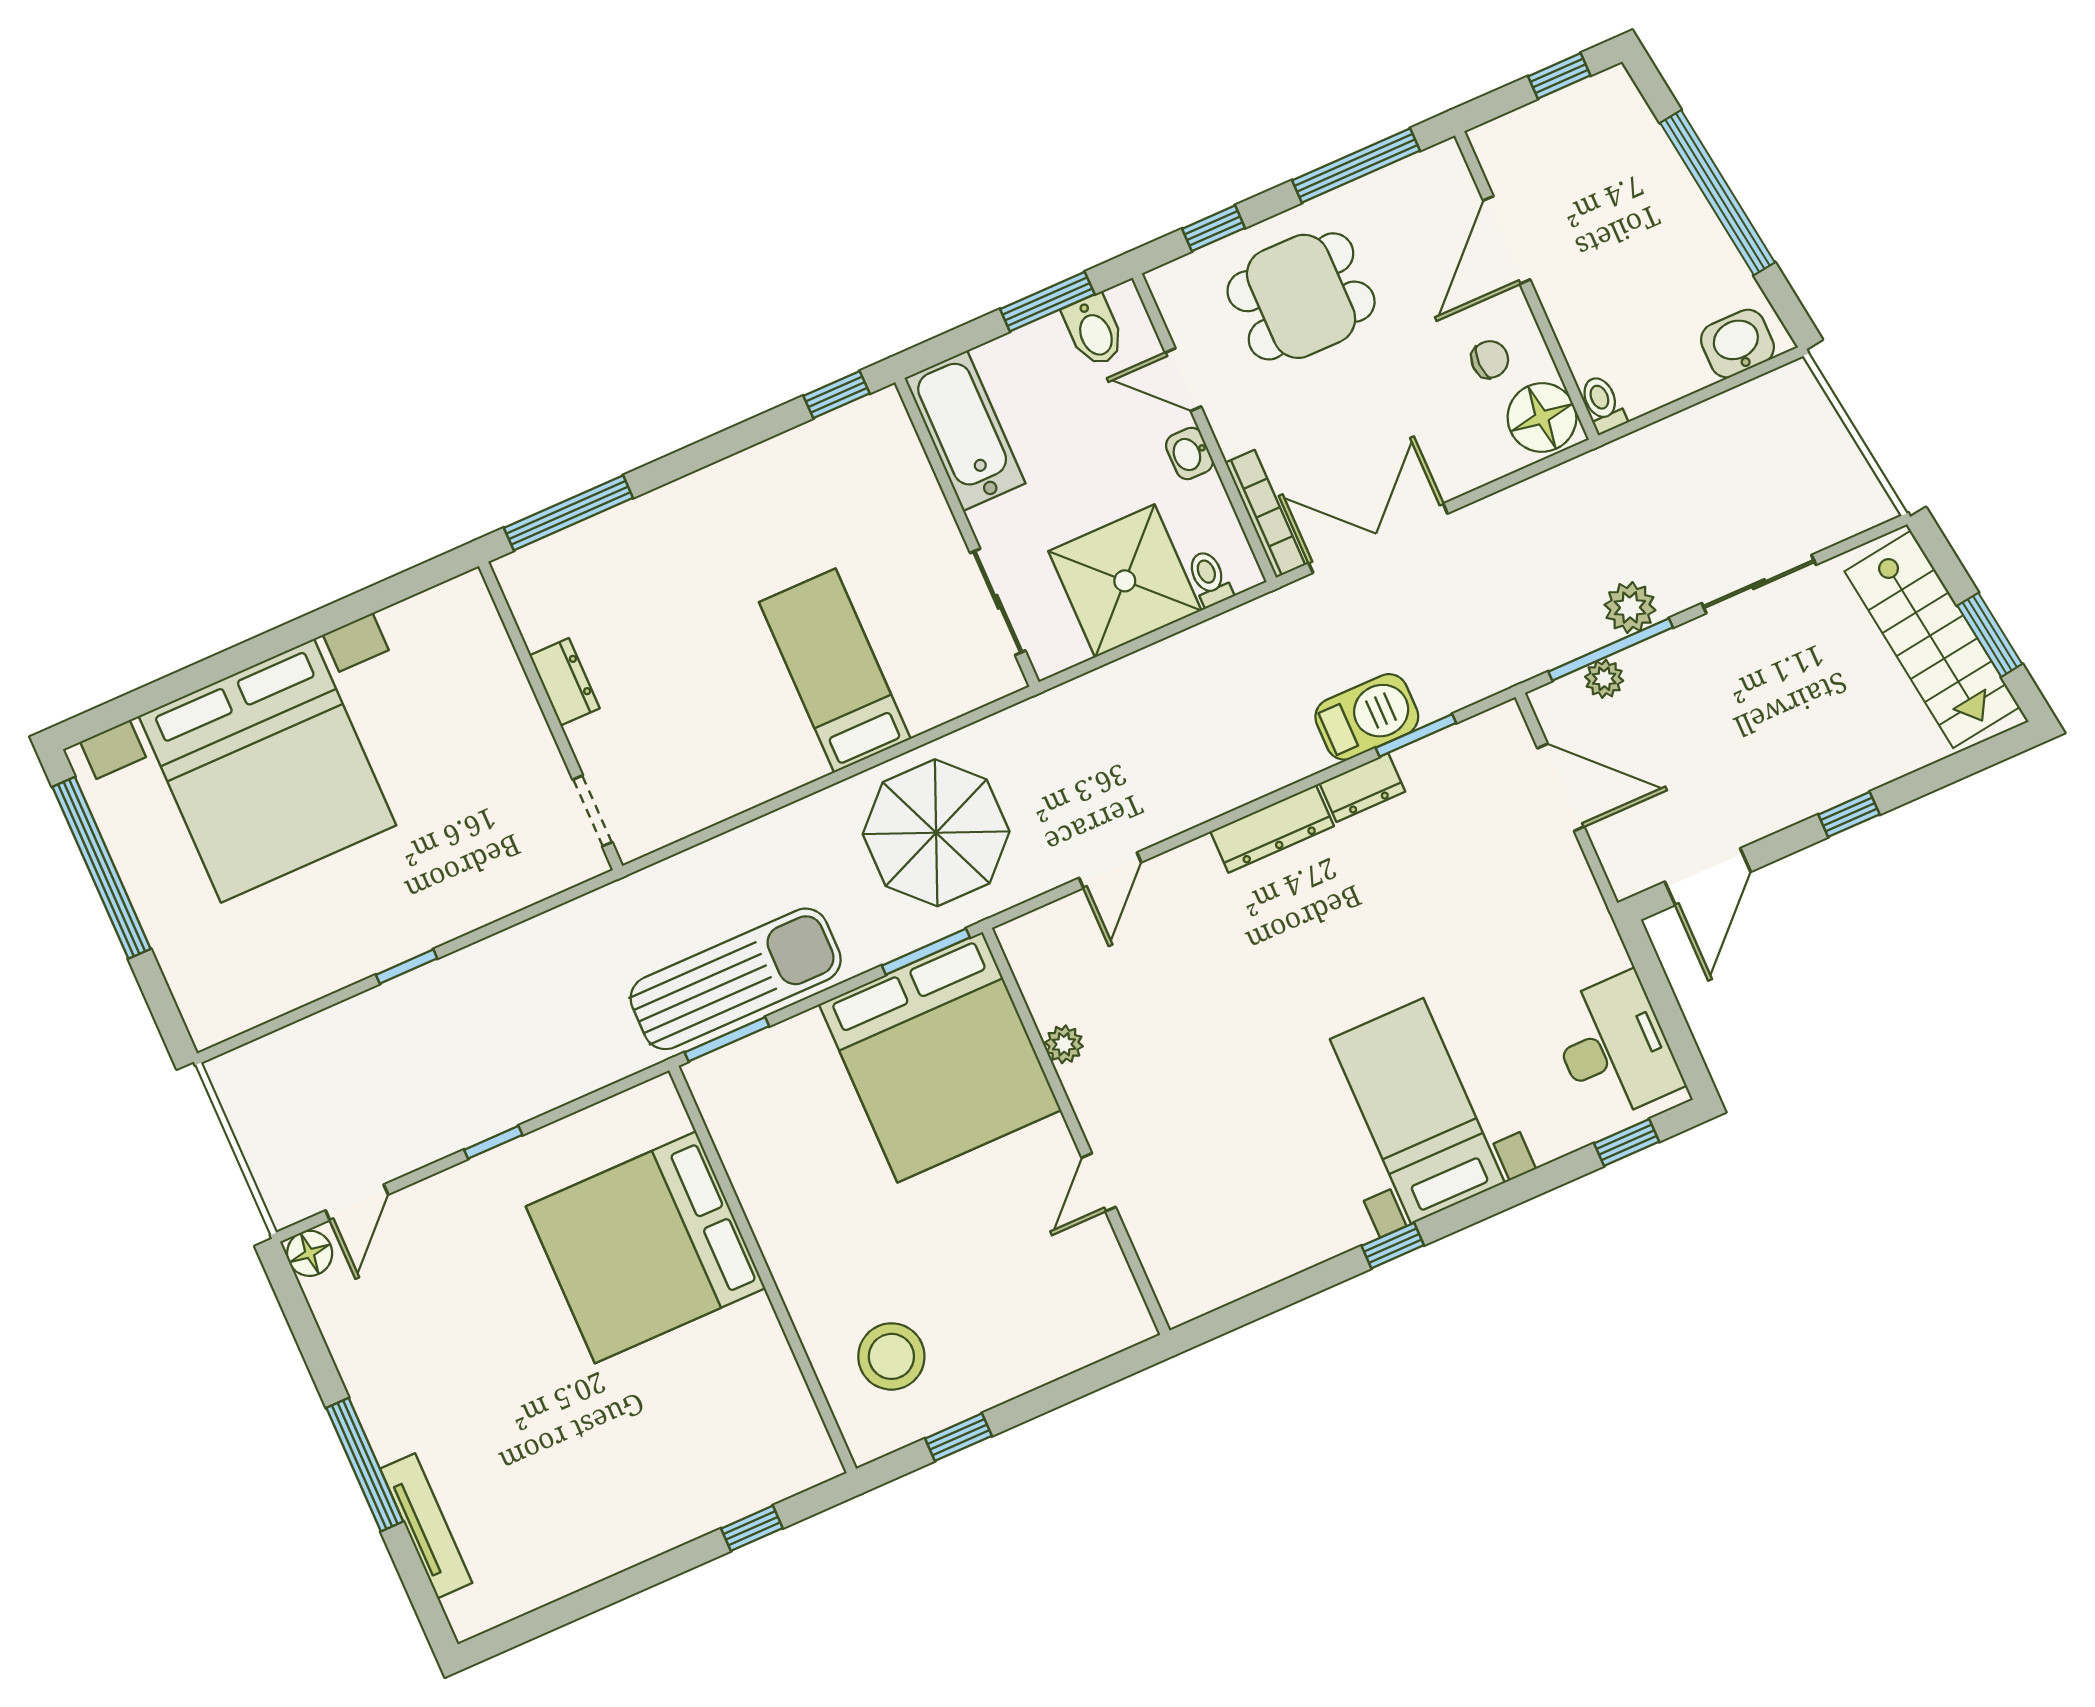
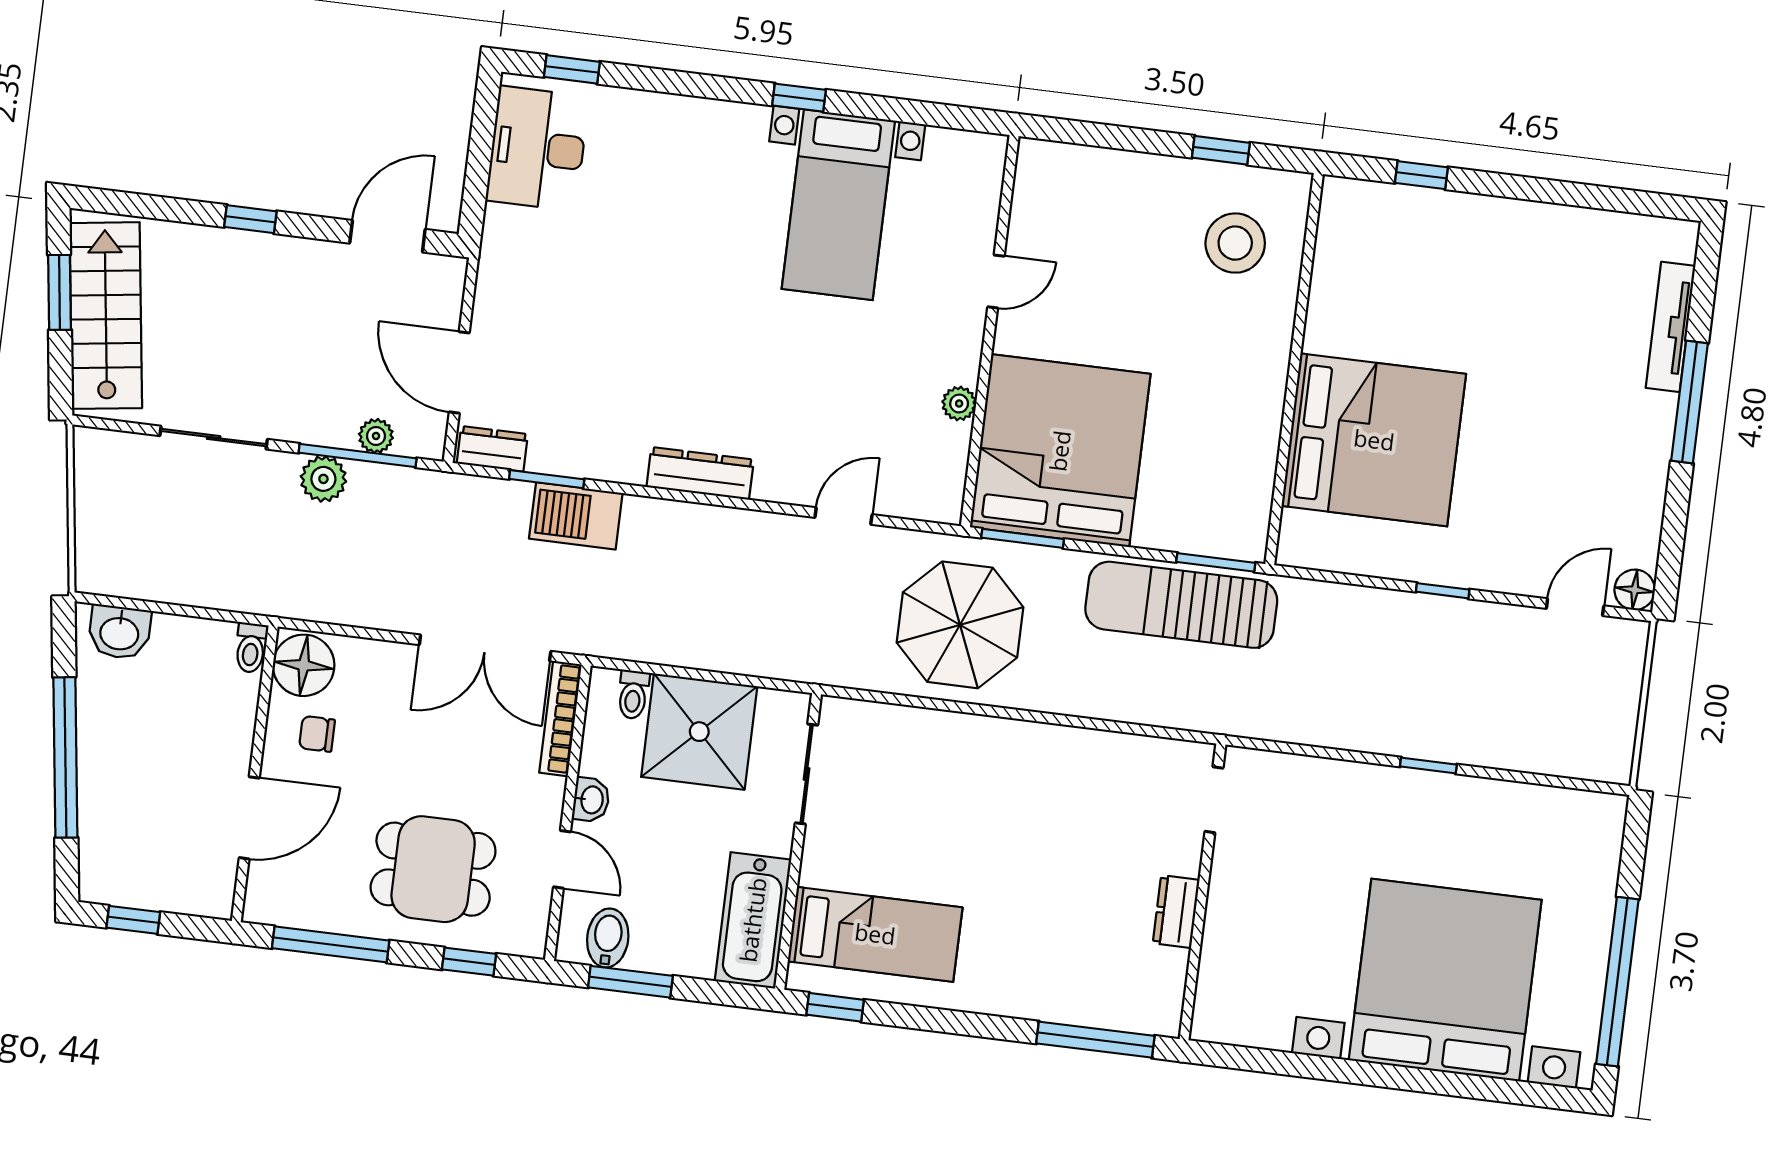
bed: (835, 671) -> (875, 934), moved, turned -90
dresser: (1362, 787) -> (492, 449), moved
bed with nightstands: (1417, 1111) -> (838, 205), moved

